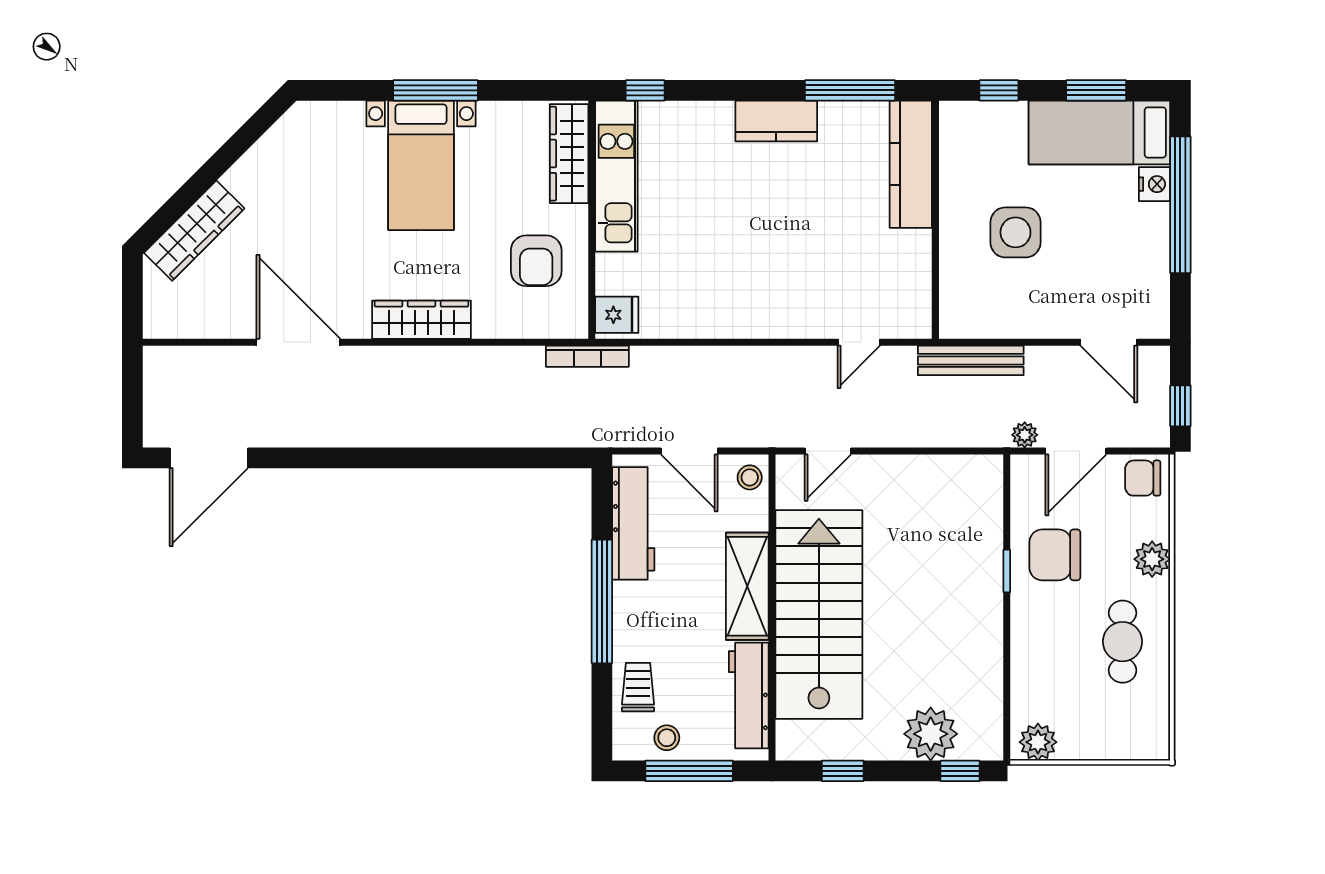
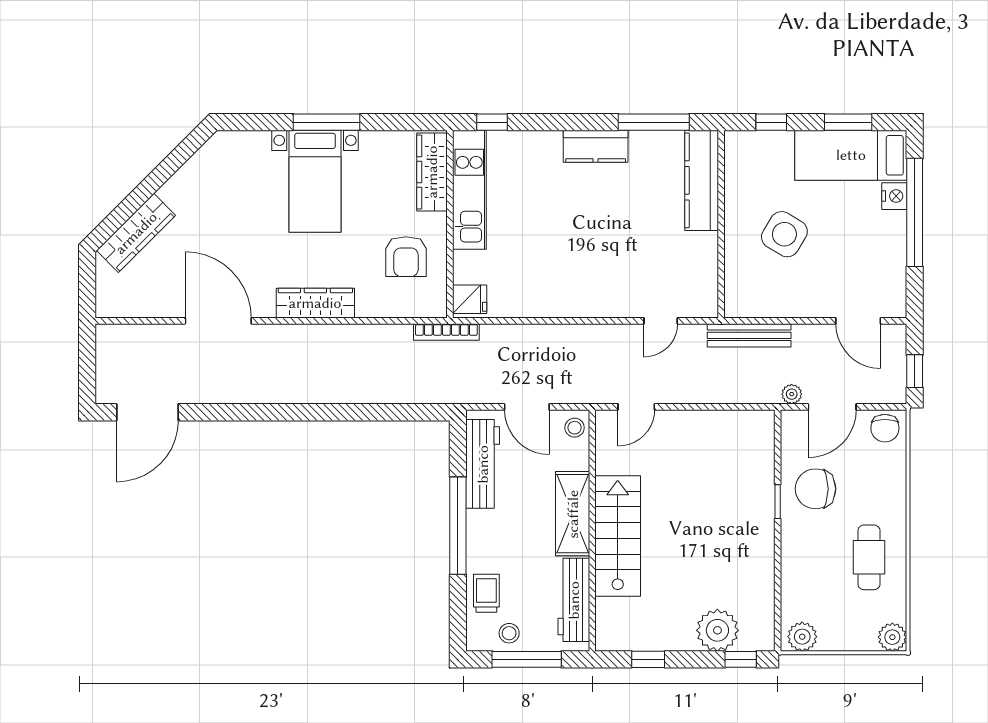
side table: (1015, 232) -> (784, 234), turned 31
chair: (1143, 478) -> (885, 428), turned -90
plant: (1152, 559) -> (892, 637), moved
stairs: (819, 615) -> (618, 536), width x0.73, depth x0.66

